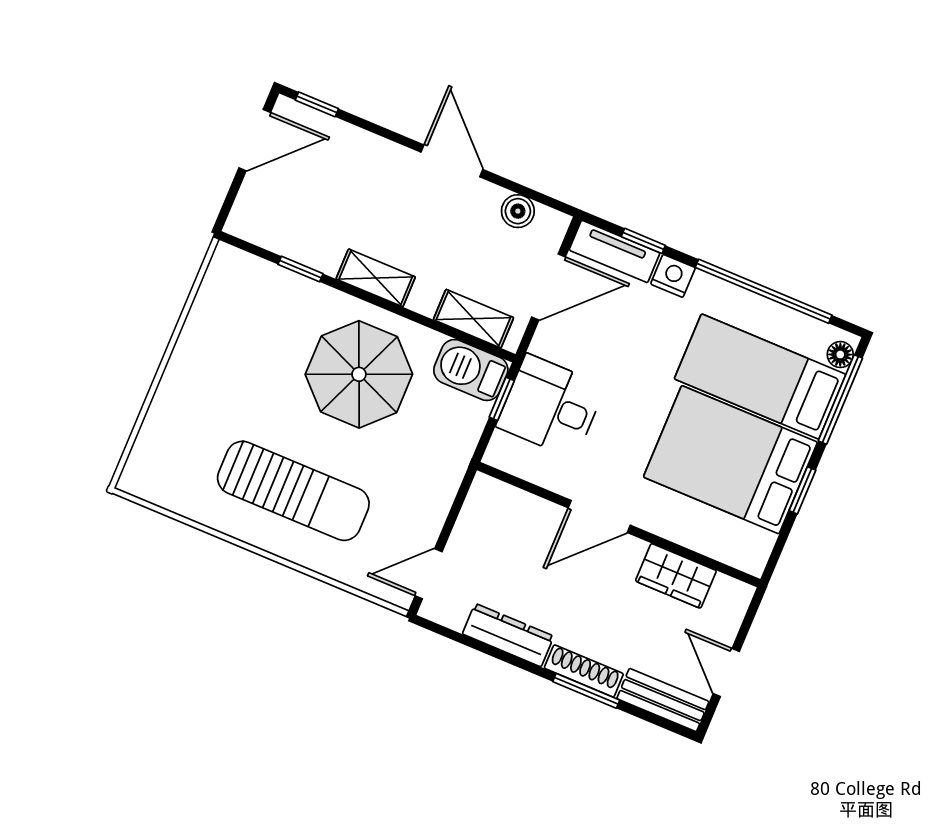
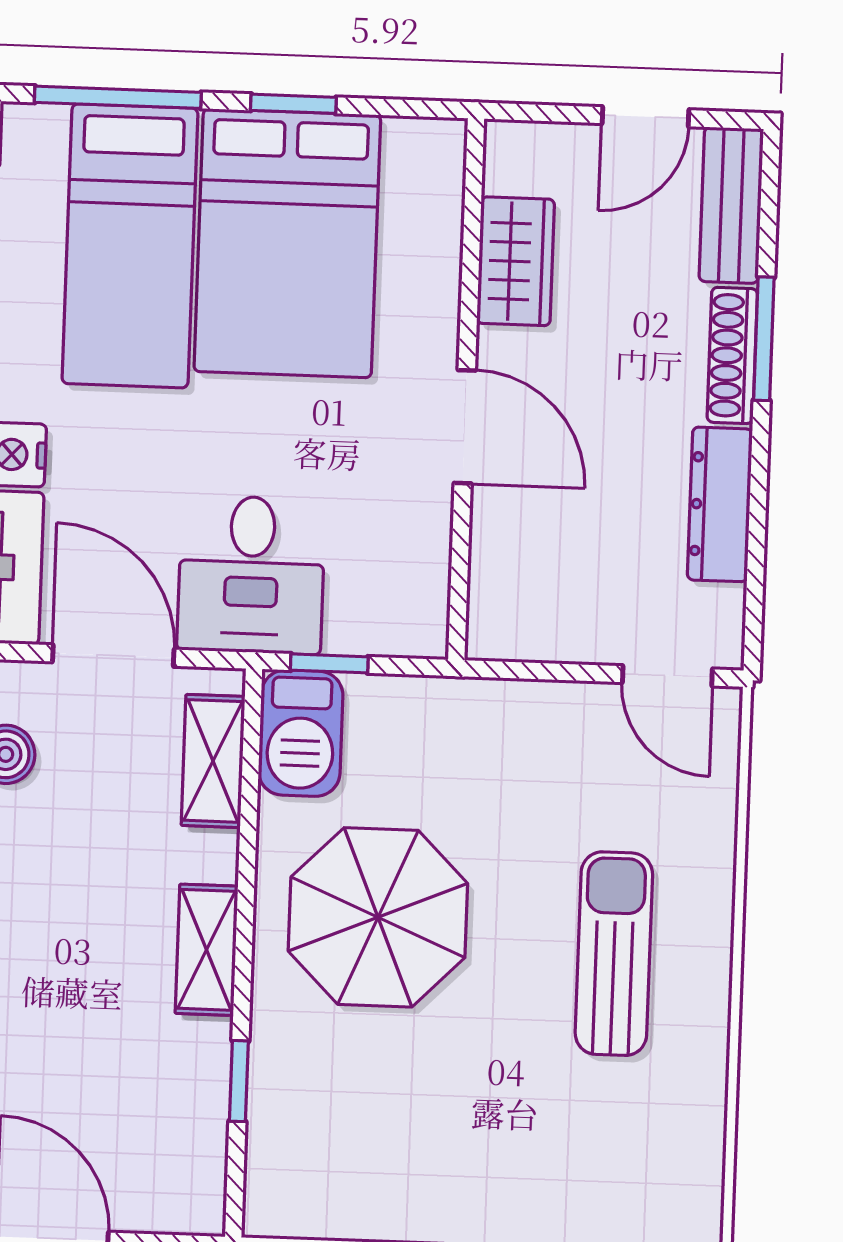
floor lamp: (840, 355) -> (43, 126), removed
desk: (551, 406) -> (251, 575), moved
sun lounger: (293, 491) -> (614, 954), width x0.73, depth x0.75

